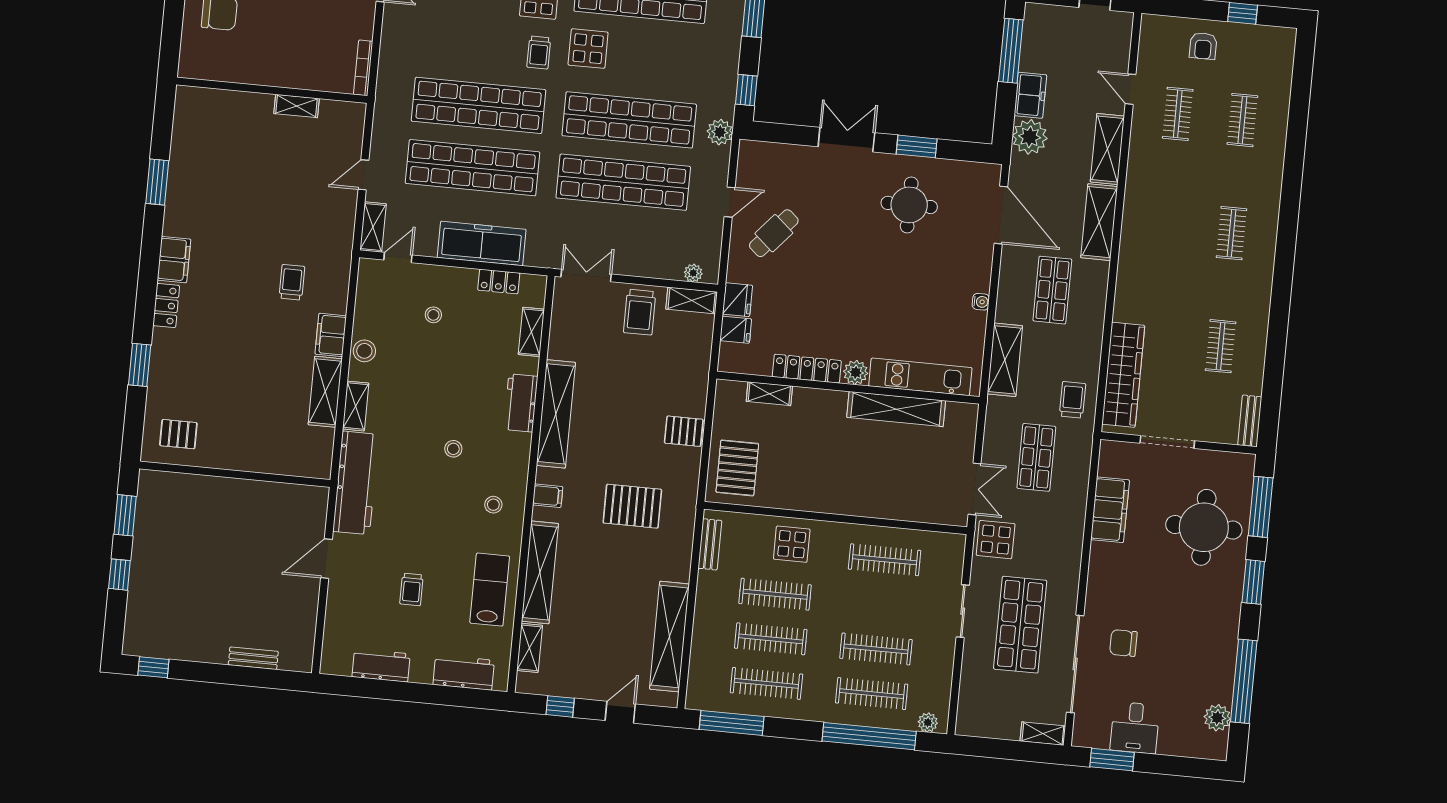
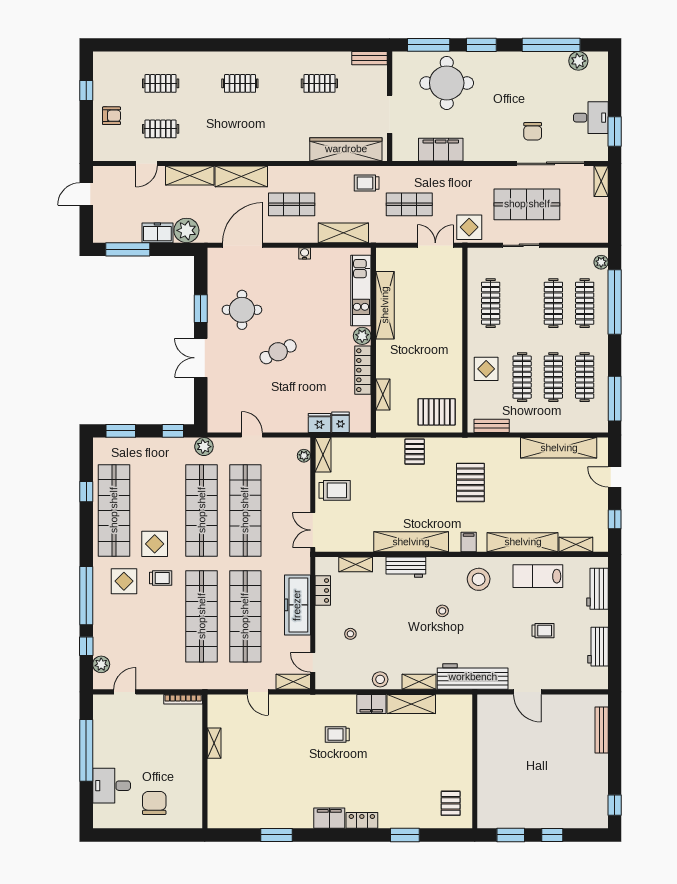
cafe table: (774, 233) -> (278, 352), moved, turned -67
stool: (493, 505) -> (479, 579), width x1.89, depth x1.89
bench: (253, 658) -> (602, 730), width x1.36

